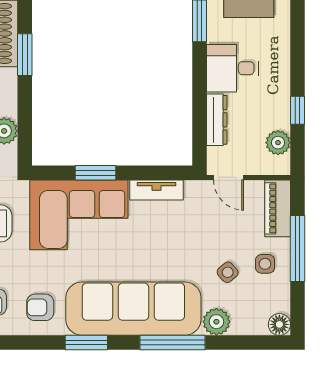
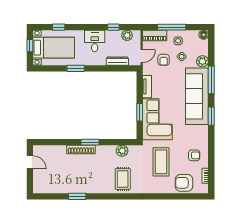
desk: (232, 68) -> (95, 41), moved, turned 180
armchair: (40, 307) -> (164, 60), moved

